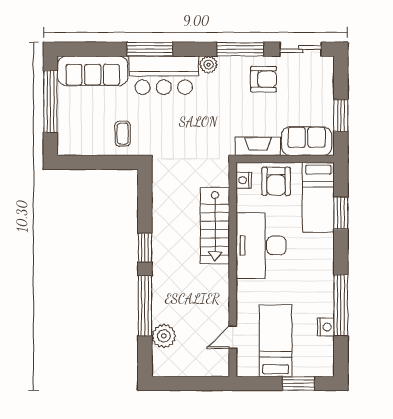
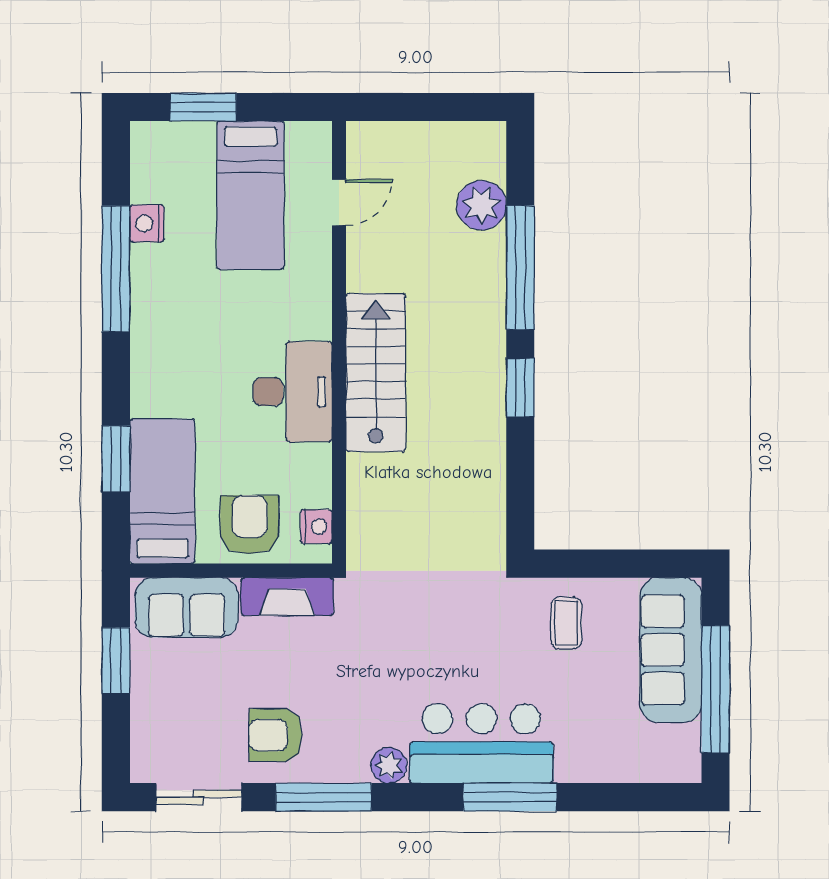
sofa: (93, 71) -> (671, 650), moved, turned -90
stairs: (215, 226) -> (376, 373), moved
desk: (261, 246) -> (293, 392), width x0.73, depth x0.77

